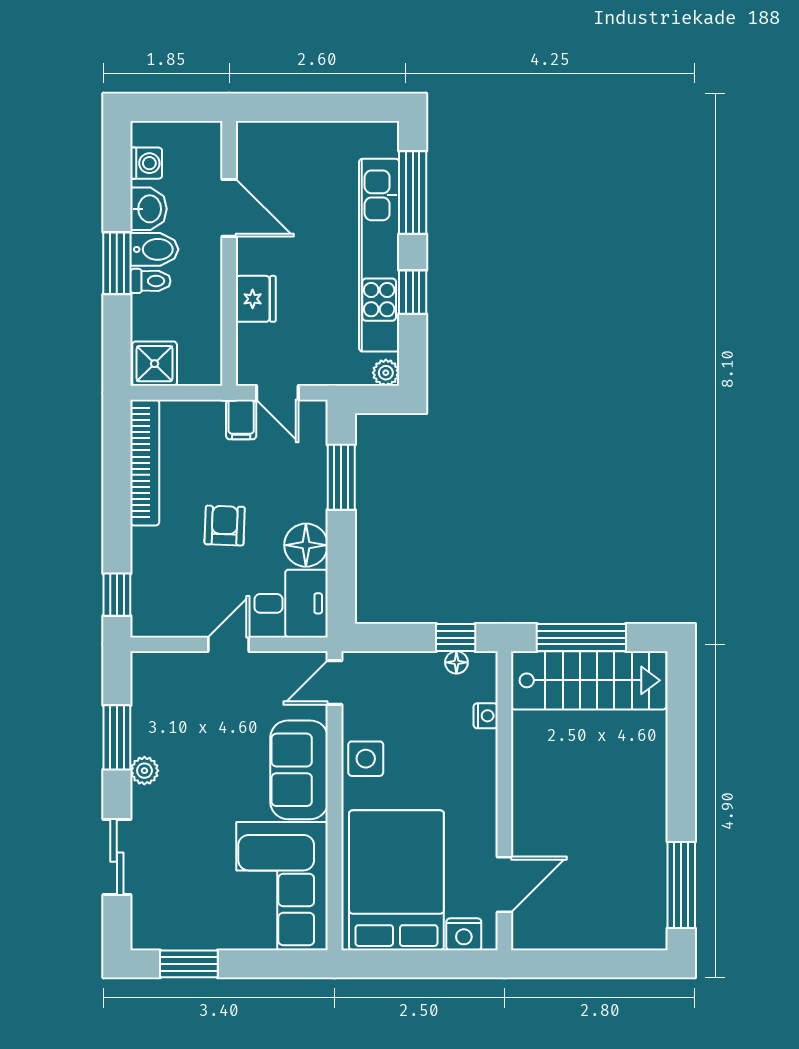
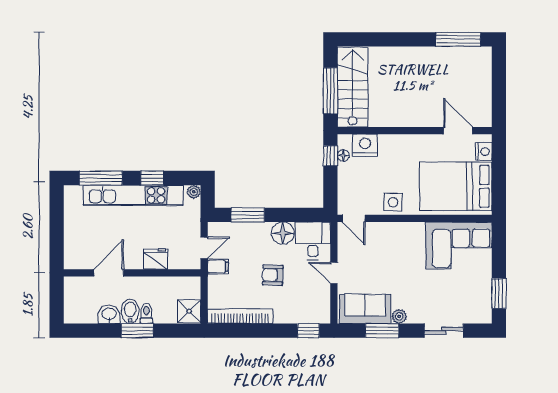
washing machine: (146, 163) -> (86, 316), removed
nightstand: (486, 716) -> (365, 145), width x1.89, depth x1.79
sofa: (299, 770) -> (365, 309), moved, turned 180

